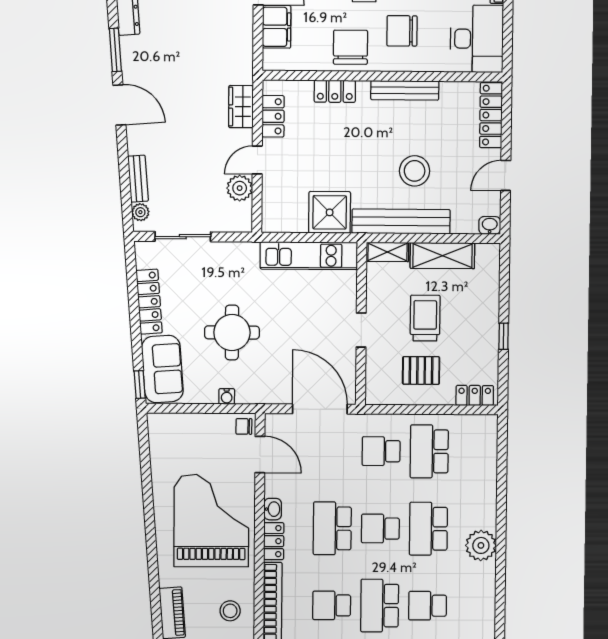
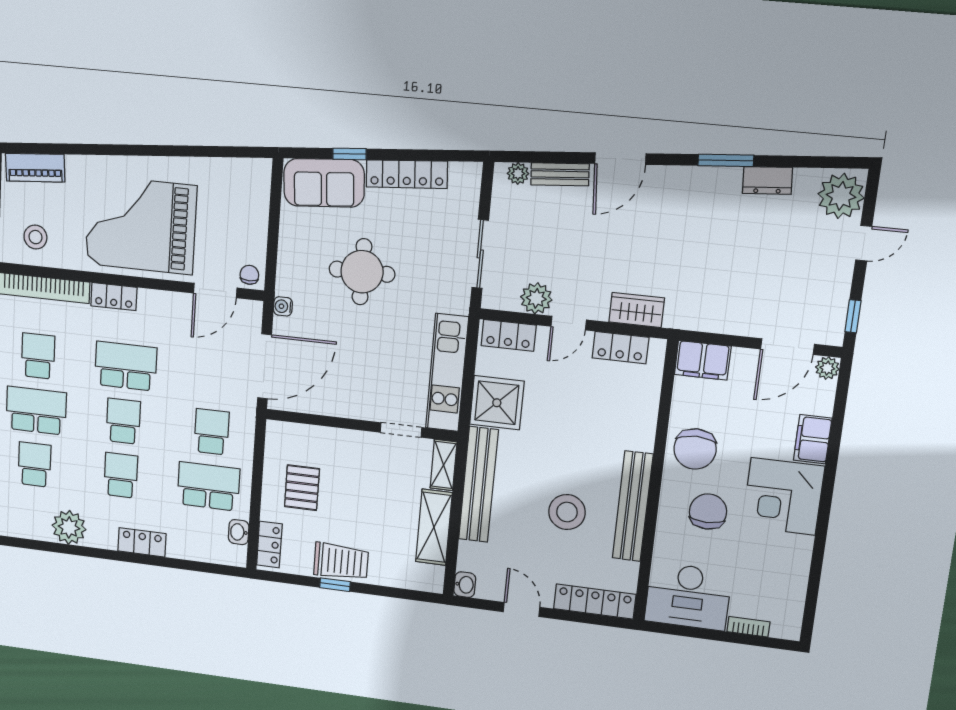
filing cabinet: (277, 27) -> (703, 360), moved
chair: (350, 47) -> (695, 449), turned 90
bench: (405, 90) -> (633, 506), width x1.37, depth x1.21
locker: (335, 91) -> (509, 335), moved, turned -90
door: (119, 105) -> (620, 159), moved
door: (257, 160) -> (569, 323), swing flipped
stool: (415, 171) -> (567, 512), moved
sliding door: (183, 237) -> (480, 254), moved
trolley: (425, 318) -> (341, 562), moved
doorway: (361, 330) -> (401, 430), moved
window: (140, 385) -> (350, 154), moved
water cooler: (227, 396) -> (283, 306), moved
locker: (486, 507) -> (142, 542), added
washbasin: (273, 509) -> (239, 532), moved, turned 90
grand piano: (211, 521) -> (141, 225), turned 180
school desk: (428, 529) -> (121, 475), width x0.54
plant: (481, 545) -> (69, 527), moved

